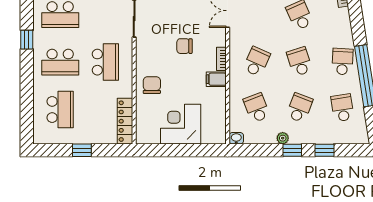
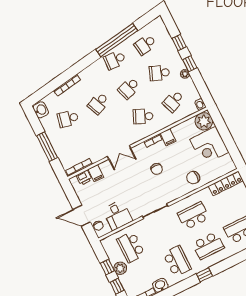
school desk: (60, 62) -> (208, 246), turned 90
plant: (214, 132) -> (204, 121), added

